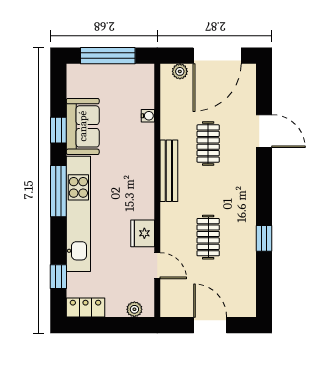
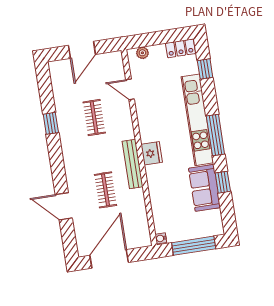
plant: (180, 71) -> (136, 242), removed
water cooler: (148, 116) -> (161, 238), moved
fridge: (143, 233) -> (152, 153), moved
door: (210, 325) -> (82, 50), hinge flipped

